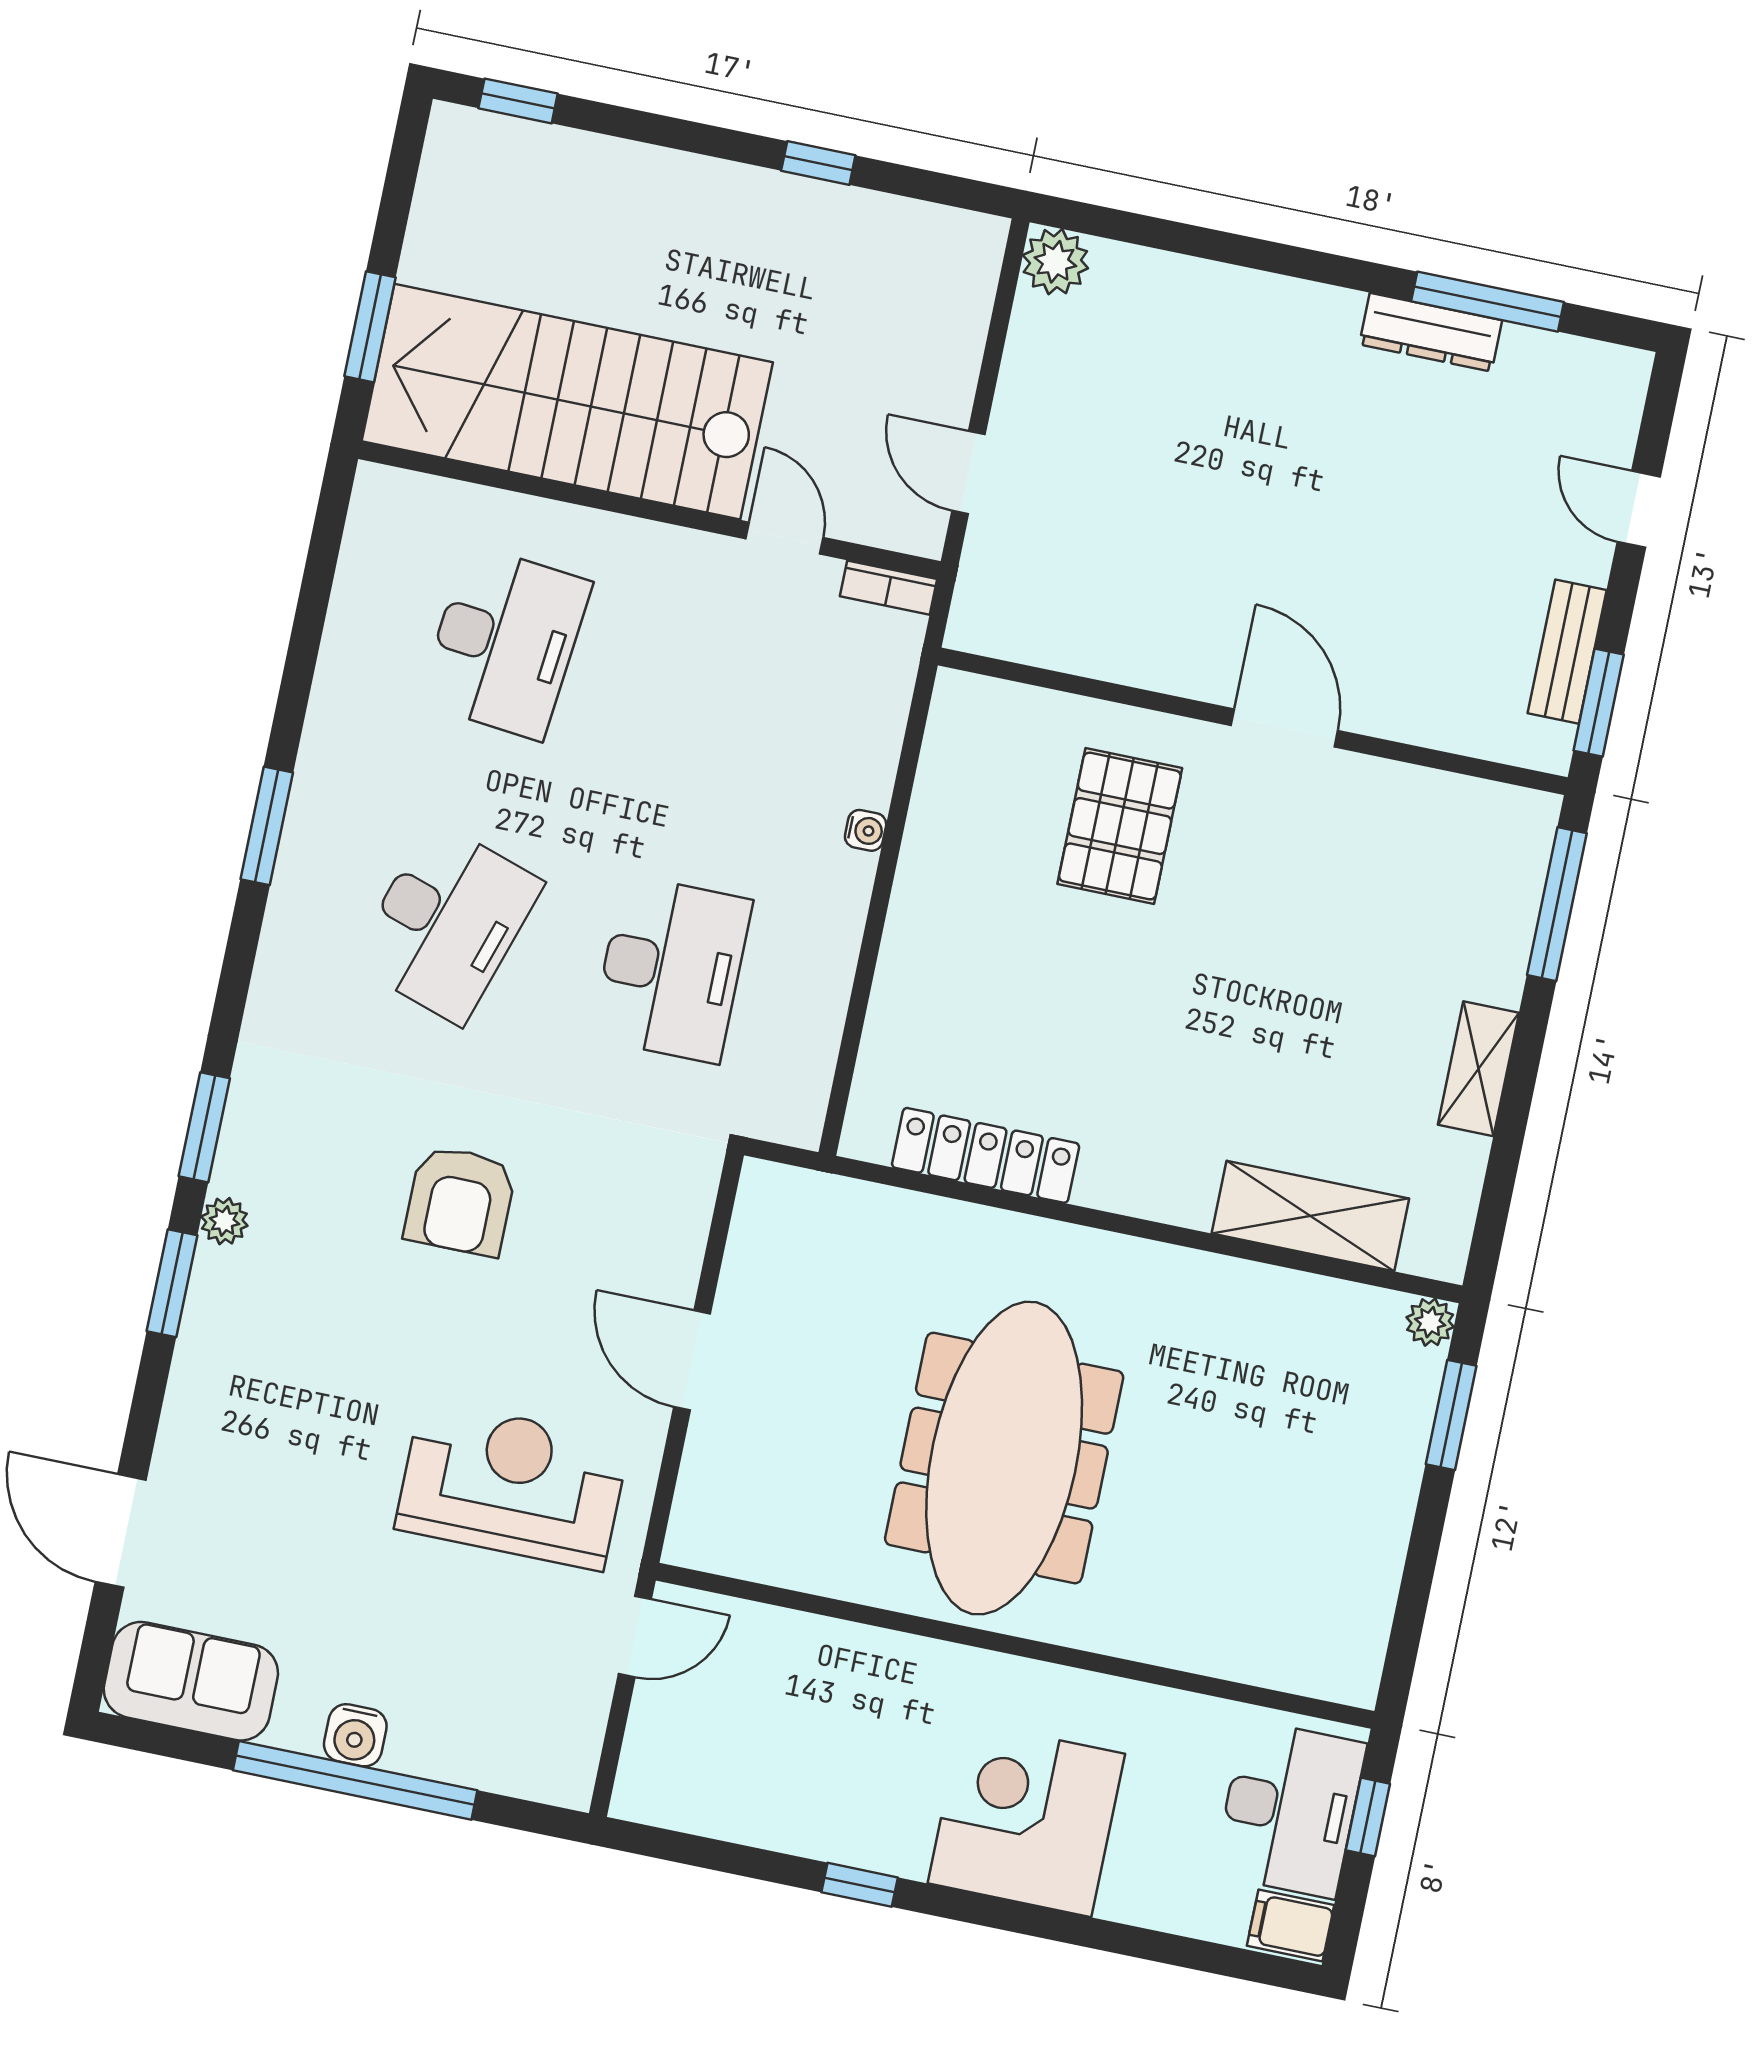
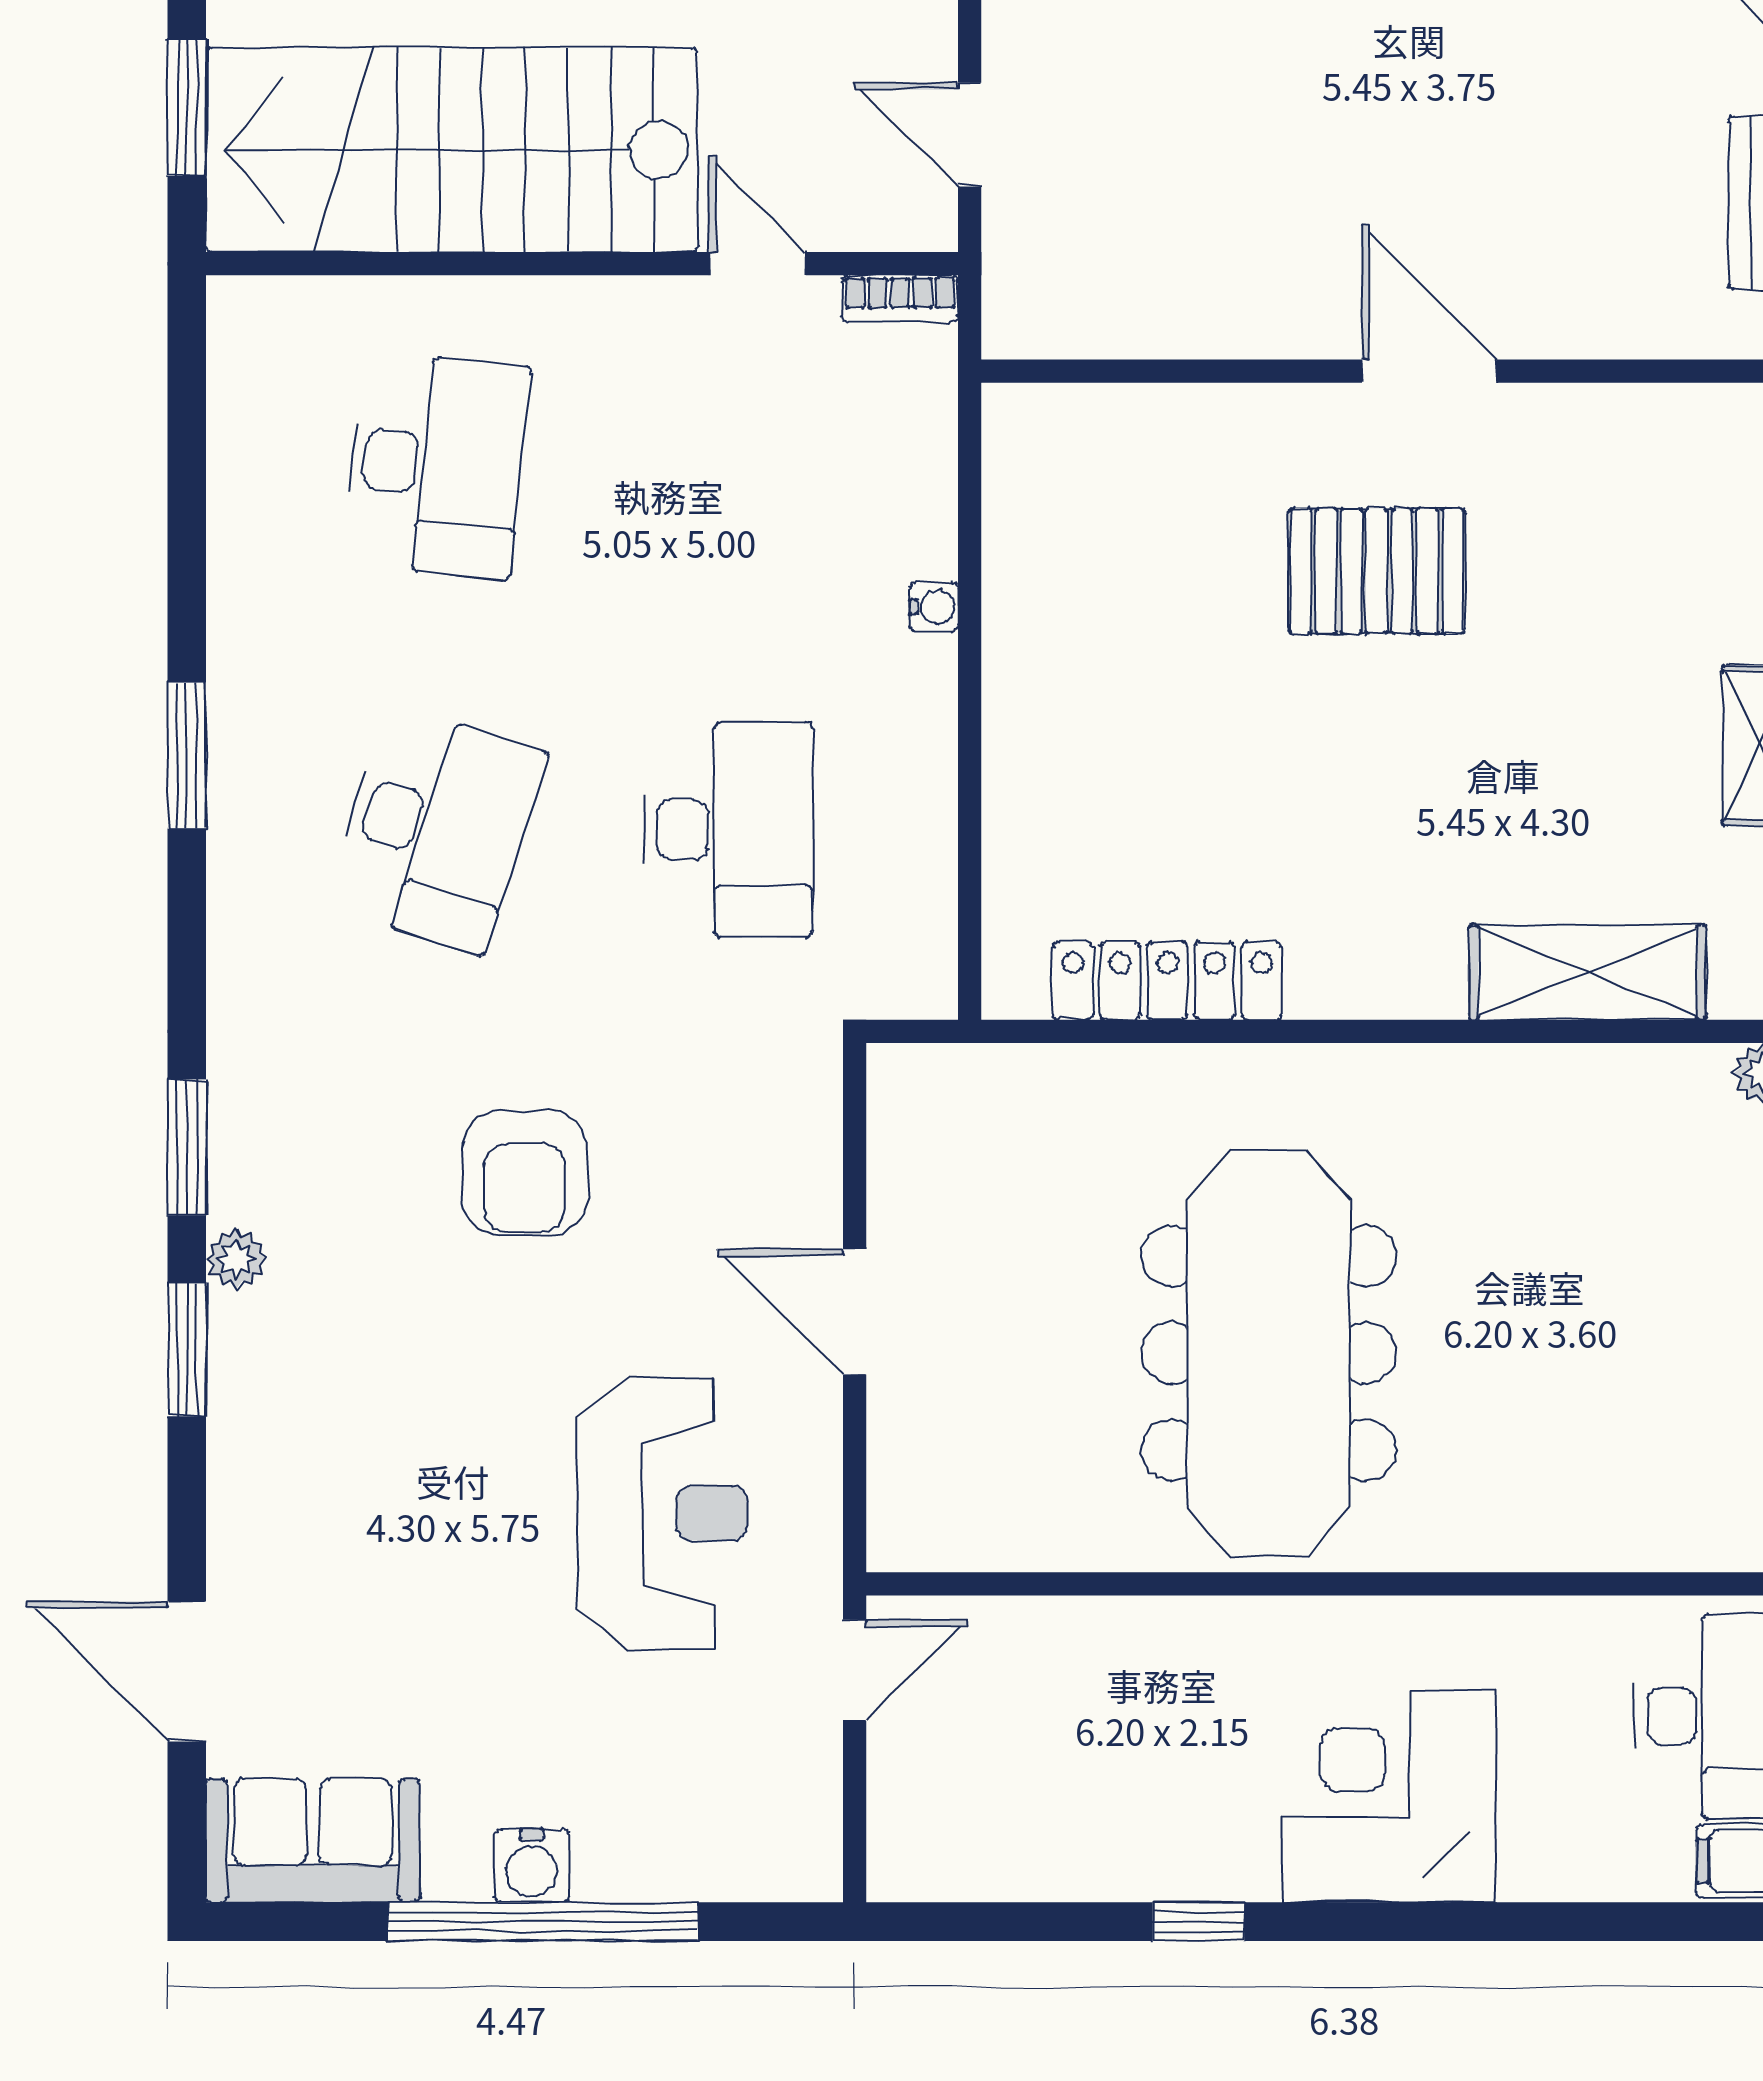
pallet: (1120, 826) -> (1377, 571), moved, turned 90
reception desk: (512, 1485) -> (662, 1513), turned 90

